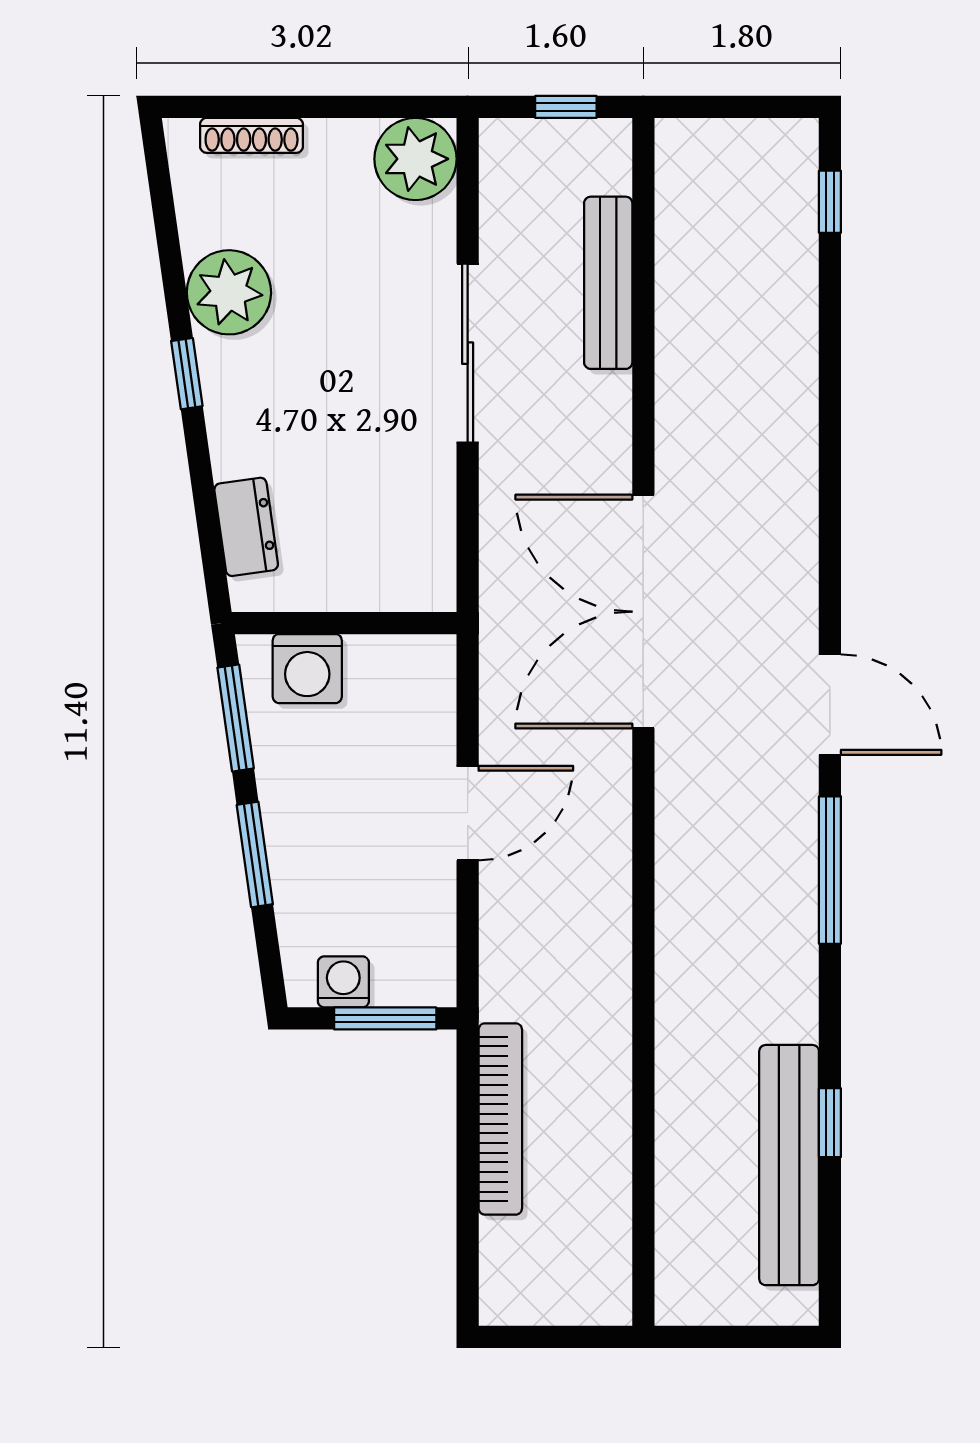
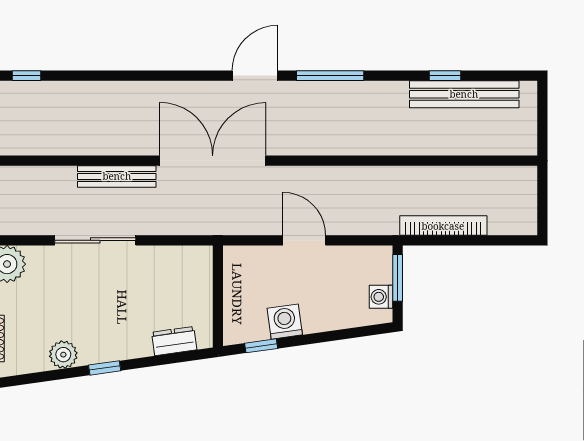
bench: (608, 283) -> (117, 176), moved
plant: (229, 292) -> (63, 355), width x0.73, depth x0.73
double door: (643, 612) -> (213, 161), swing flipped
washing machine: (307, 669) -> (285, 322), moved, turned -98
window: (236, 718) -> (261, 346), width x0.67
window: (255, 855) -> (323, 337), removed

